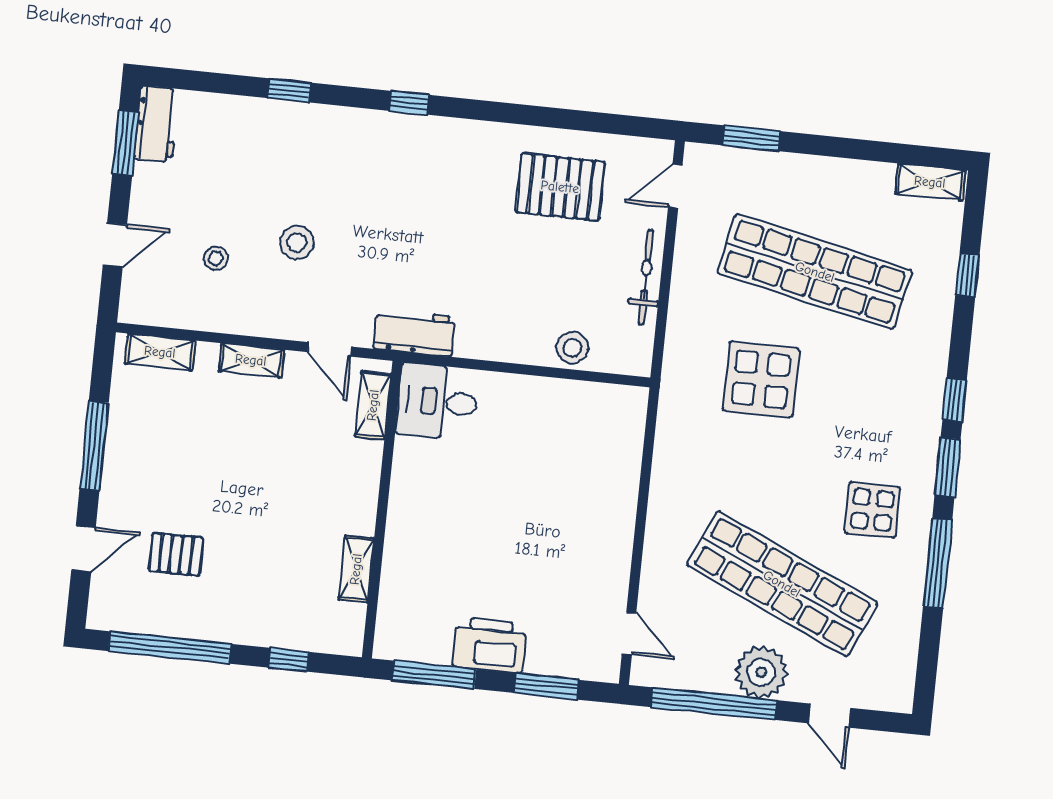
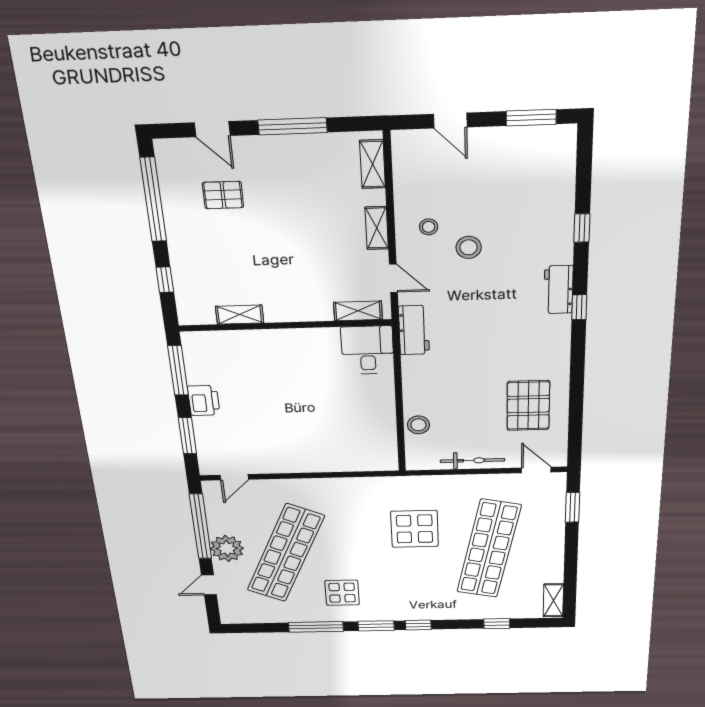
workbench: (157, 124) -> (558, 290), moved, turned 90
stool: (216, 258) -> (429, 227), moved
door: (329, 349) -> (393, 278), swing flipped
pallet: (176, 554) -> (223, 195), turned 90
printer: (489, 645) -> (204, 401), width x0.73, depth x0.84

